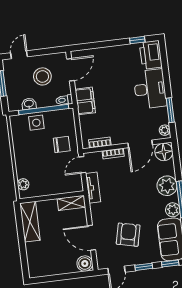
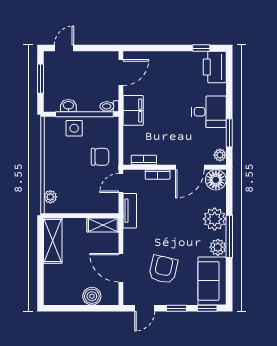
stool: (42, 76) -> (88, 76), removed
desk: (150, 89) -> (209, 112), width x0.73
boiler: (85, 264) -> (92, 296), moved

